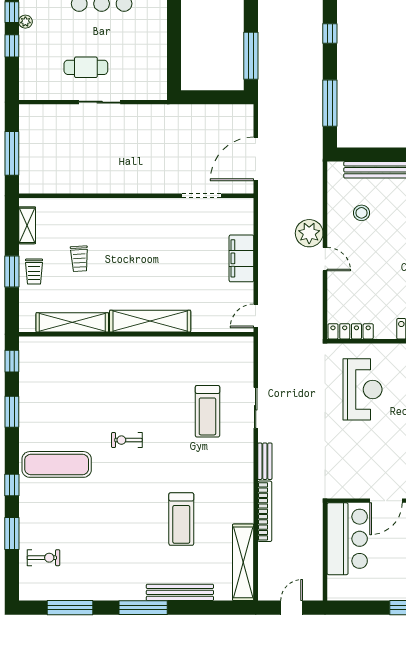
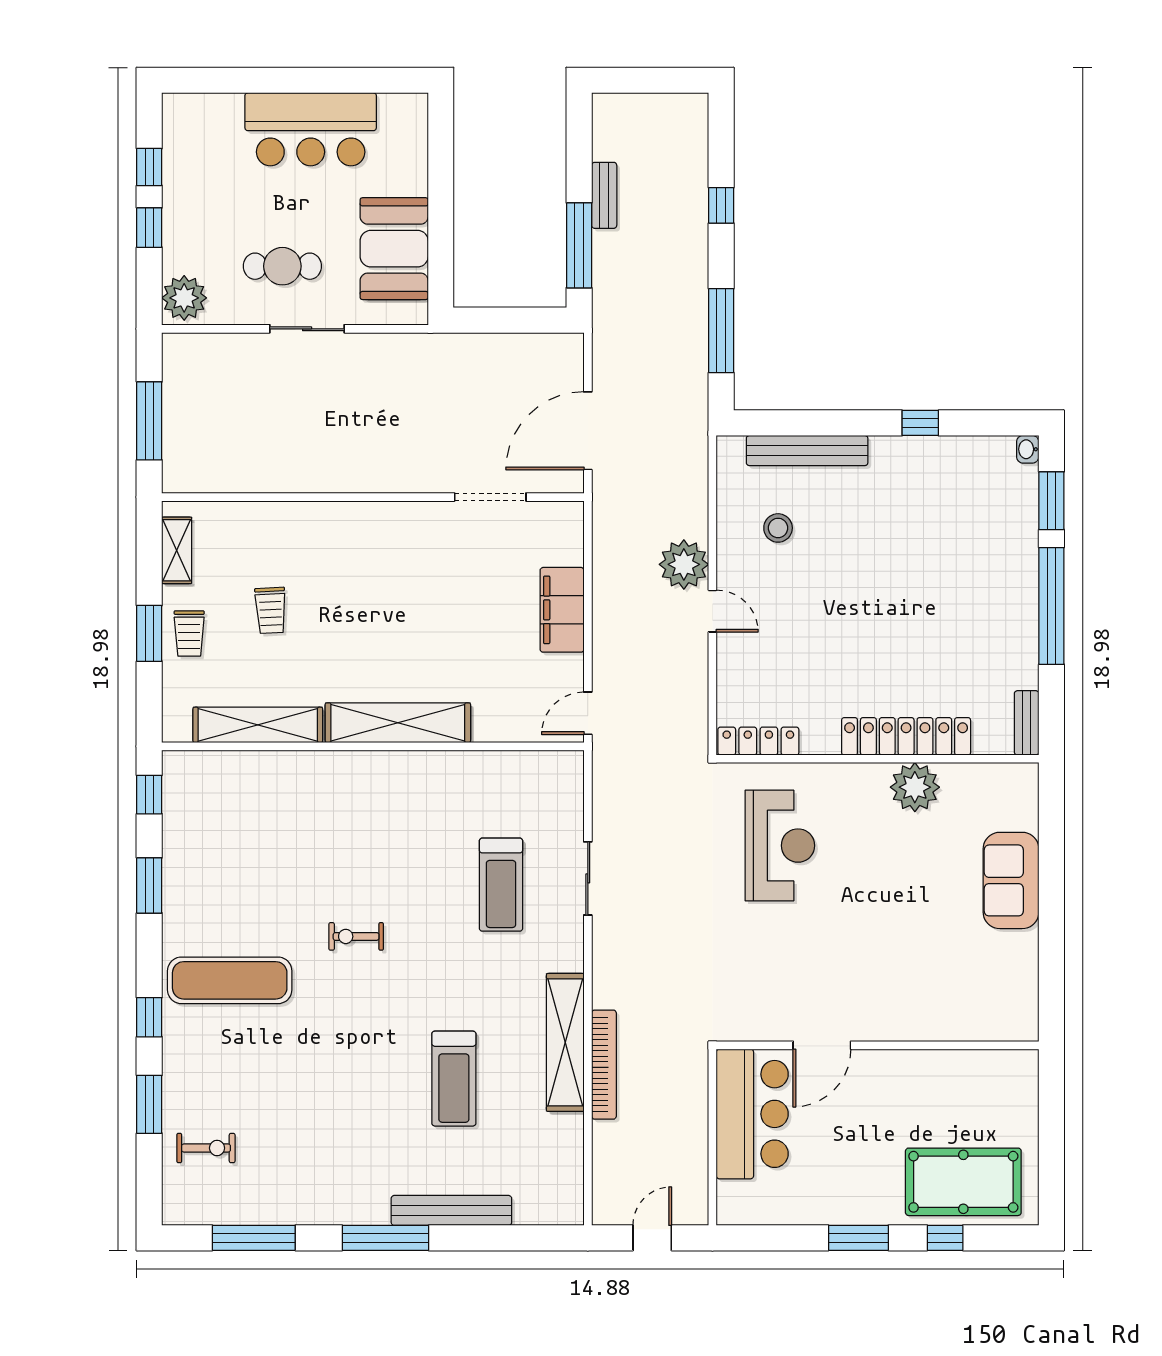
plant: (25, 22) -> (184, 298), moved, width x1.87, depth x1.87
booth: (148, 58) -> (394, 249), added
bench: (265, 461) -> (604, 195), moved
shelving: (243, 562) -> (565, 1042), moved

